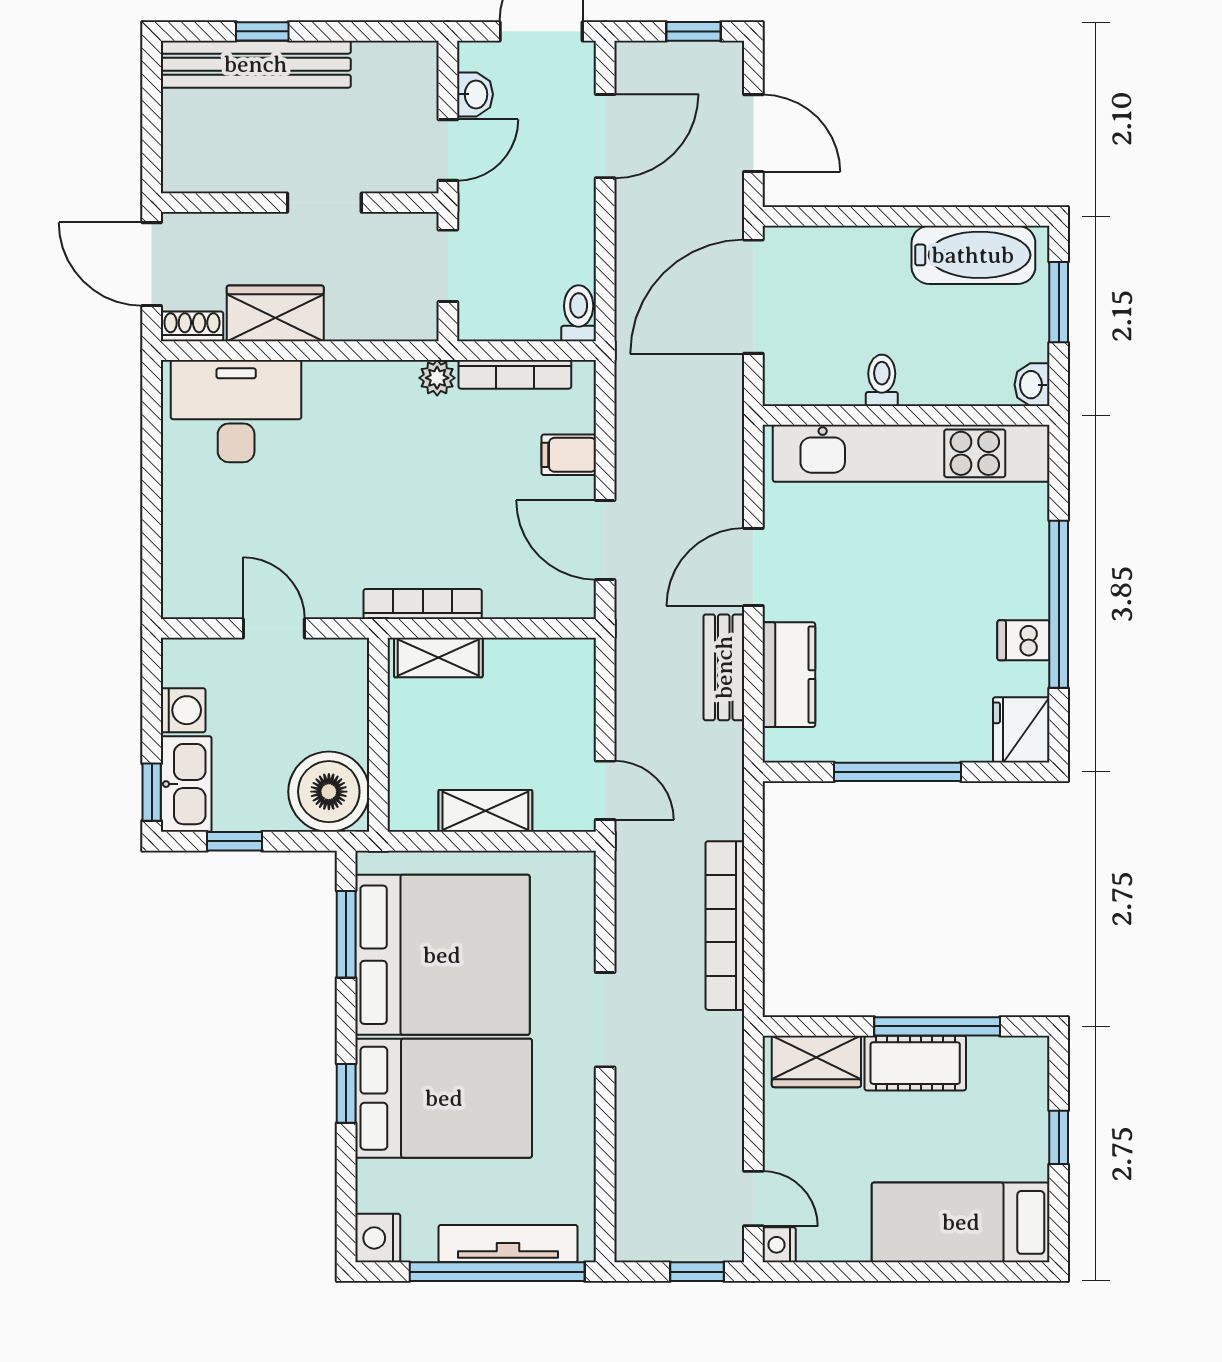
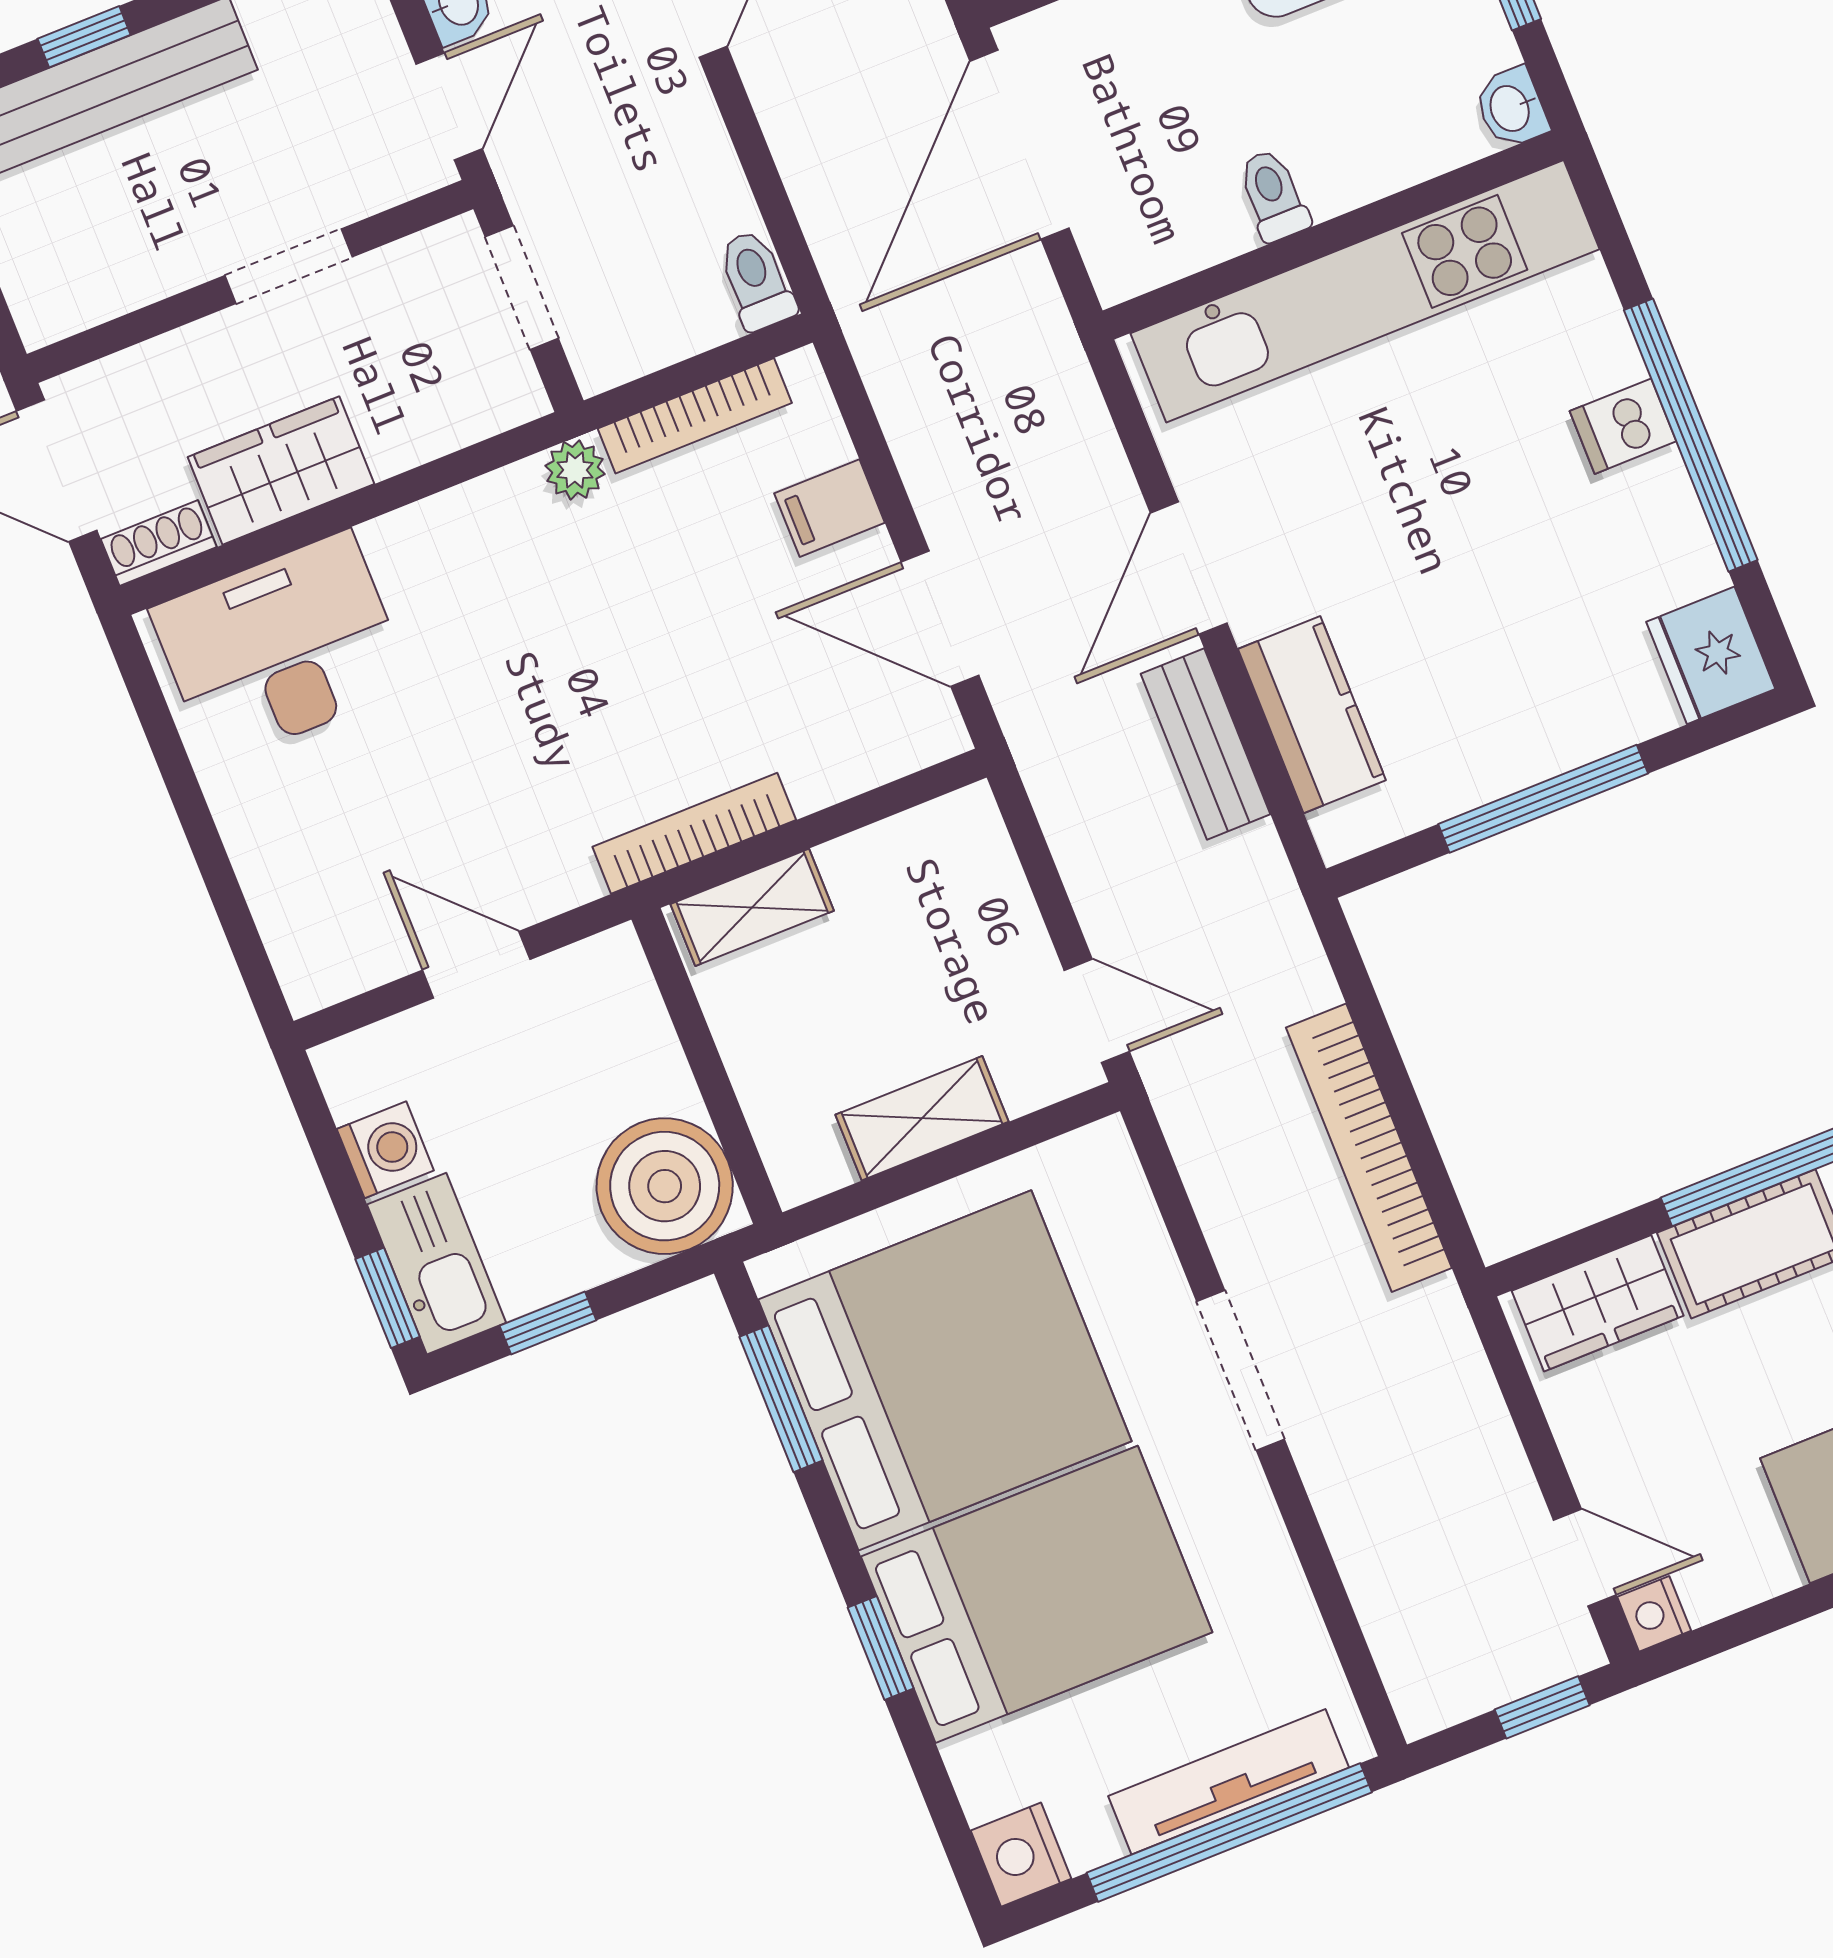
dishwasher: (1023, 640) -> (1623, 426), moved

